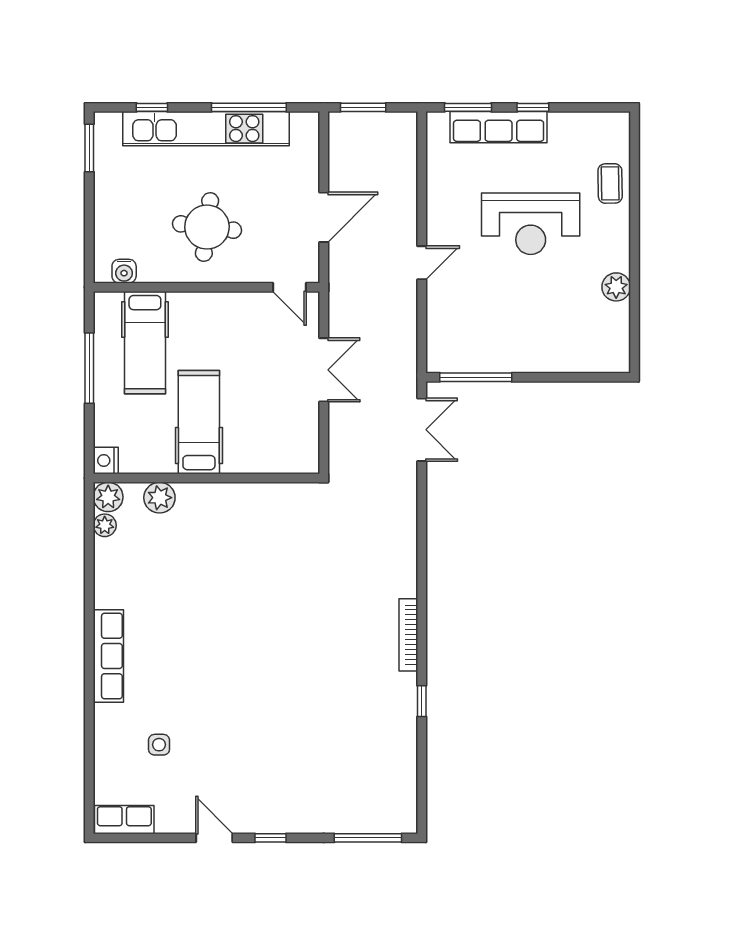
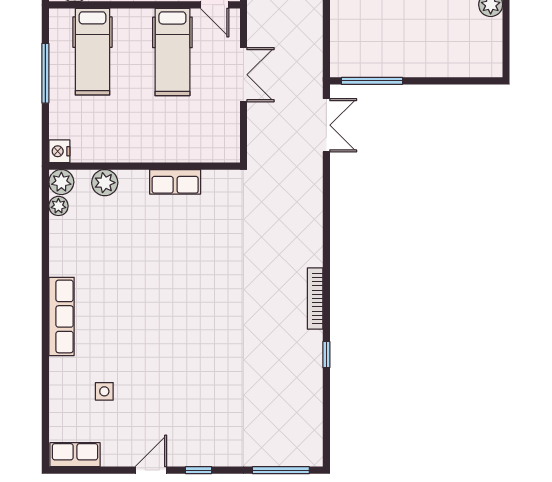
hospital bed: (199, 422) -> (172, 52), moved, turned 180
row of seats: (243, 497) -> (175, 182), added
door: (214, 838) -> (151, 470), hinge flipped

